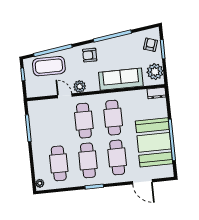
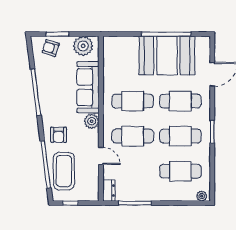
armchair: (90, 55) -> (59, 135), moved
plant: (80, 86) -> (92, 121), moved
dresser: (156, 93) -> (109, 191), moved
door: (65, 96) -> (101, 156), swing flipped

